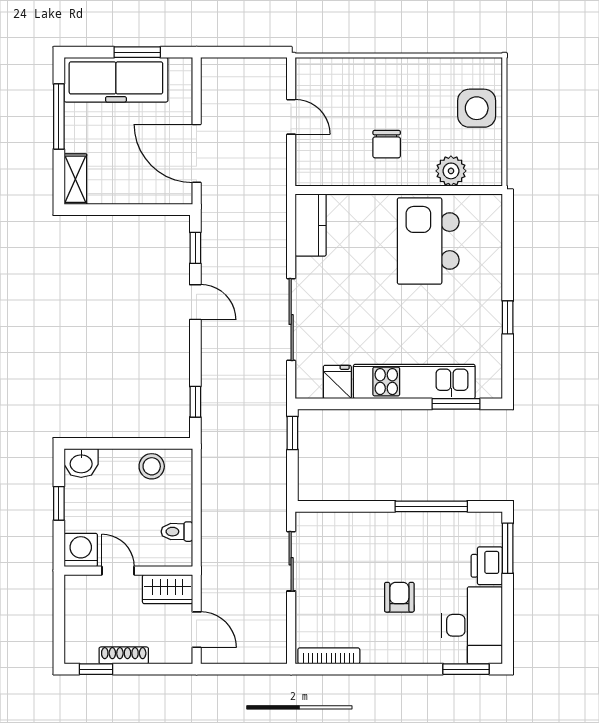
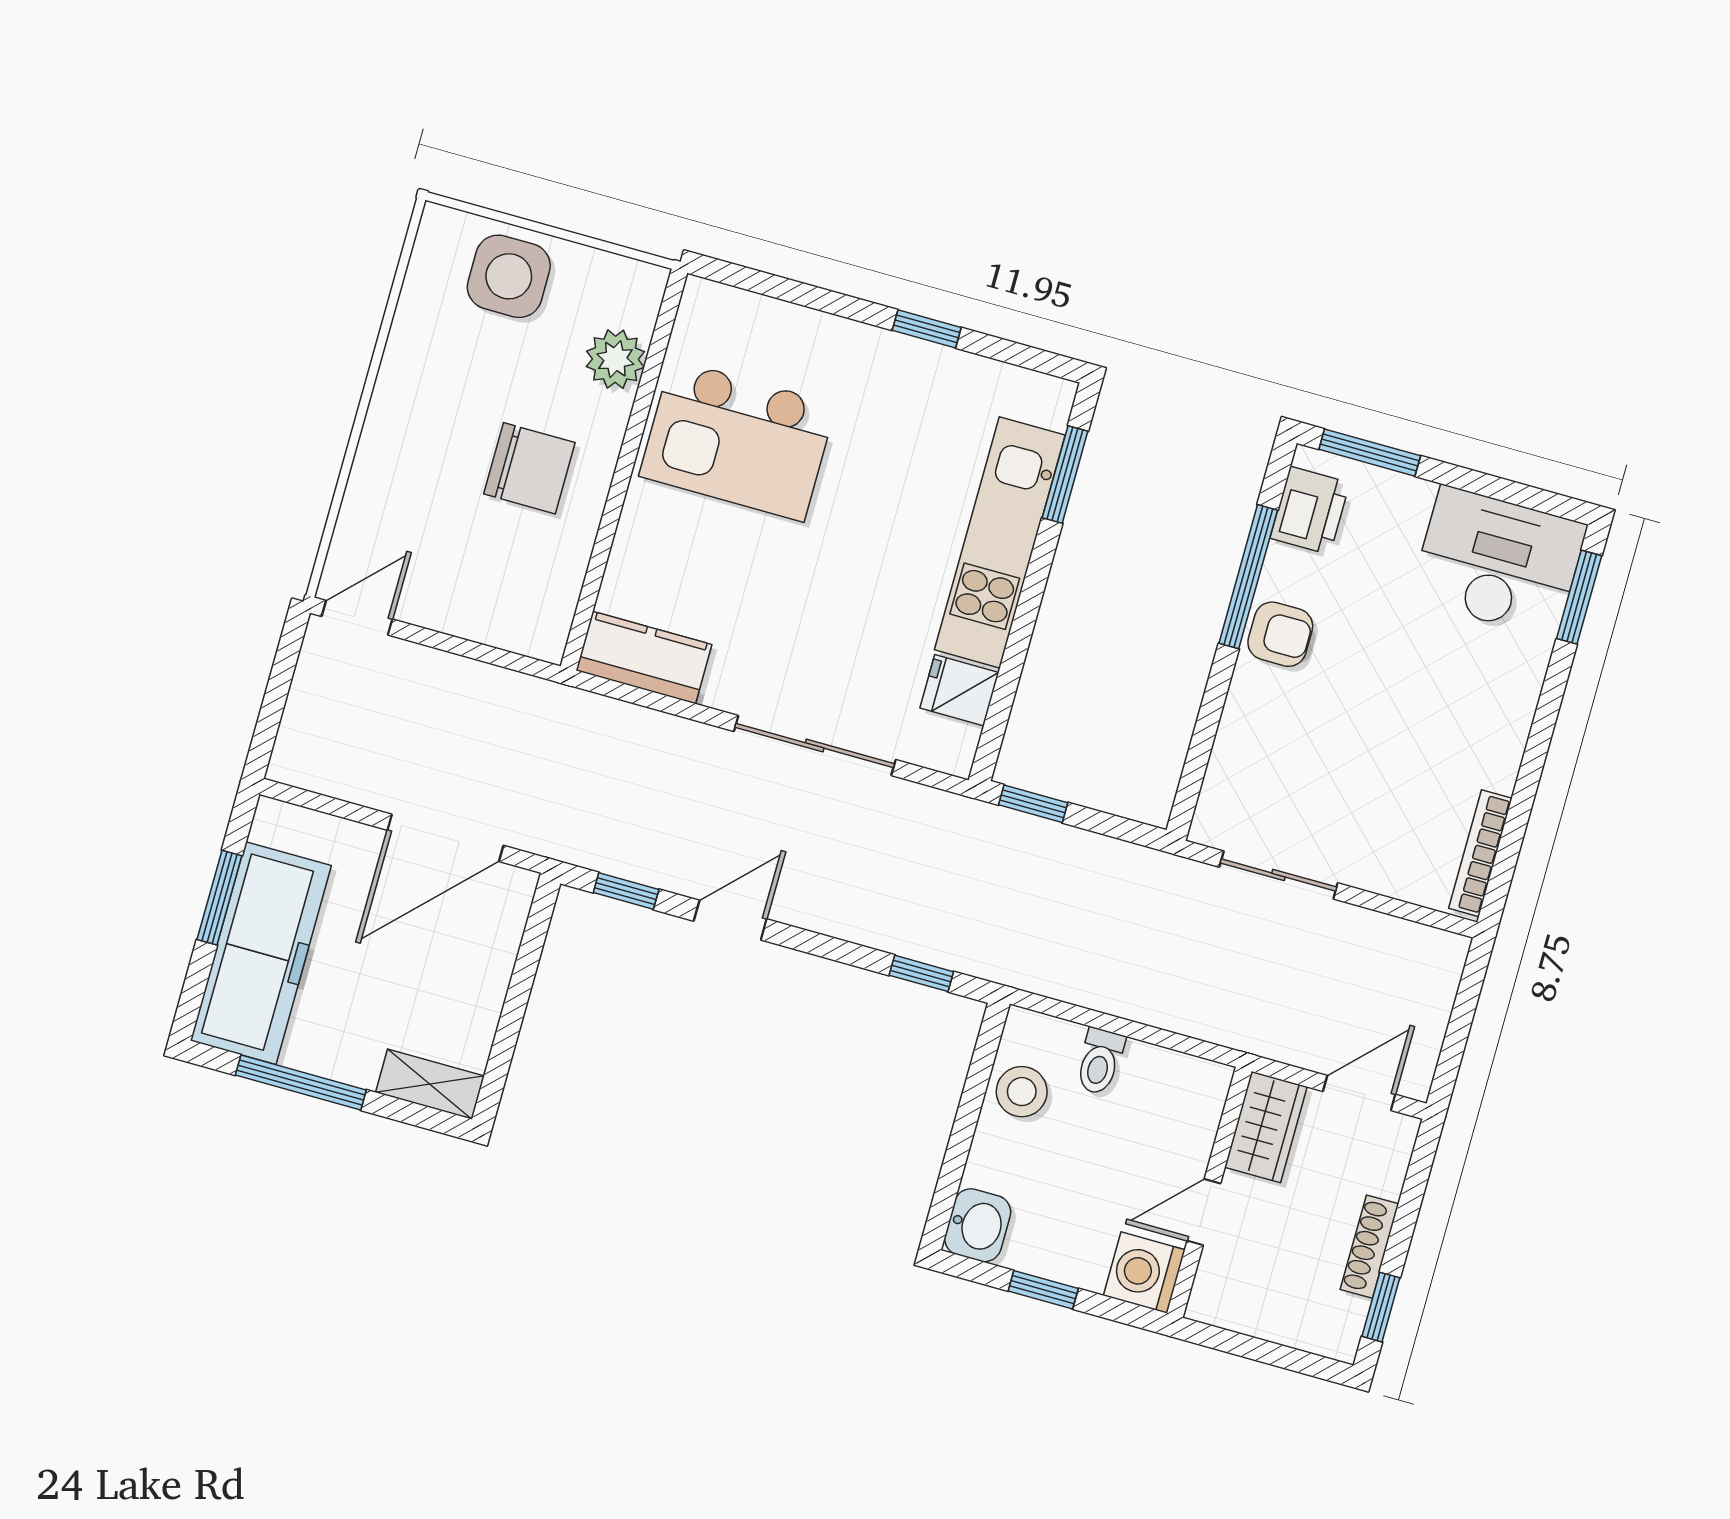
door: (291, 117) -> (357, 618), moved
chair: (387, 144) -> (529, 468), width x1.37, depth x1.37
toilet: (177, 532) -> (1100, 1061), moved
printer: (487, 566) -> (1310, 510), moved, turned -90
armchair: (399, 597) -> (1280, 634), moved, turned 180

